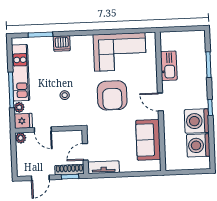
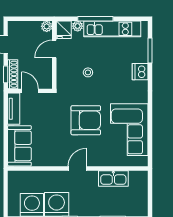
armchair: (112, 95) -> (86, 120), turned 180
sofa: (148, 140) -> (19, 146), moved, turned 90

